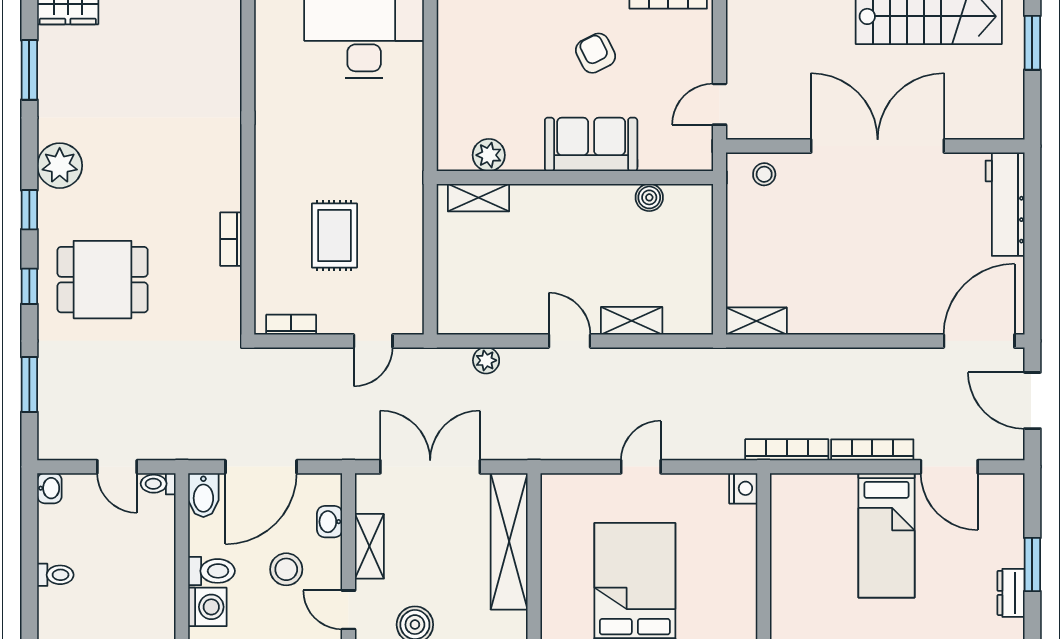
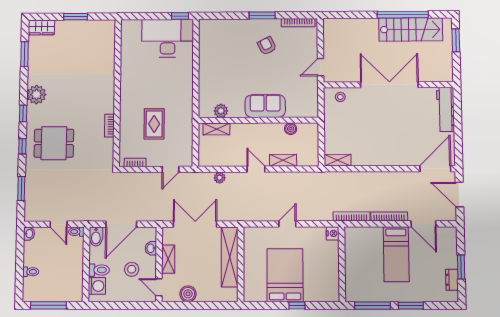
sofa: (591, 144) -> (265, 106), moved
plant: (489, 155) -> (221, 111), moved
wall: (575, 177) -> (258, 120), moved
boiler: (649, 197) -> (291, 129), moved
shelving: (478, 198) -> (216, 129), moved

